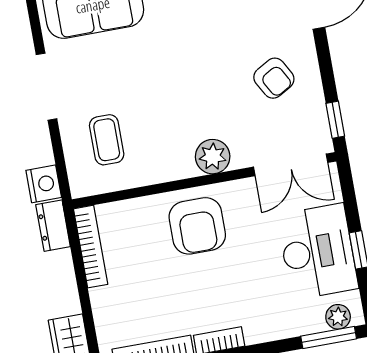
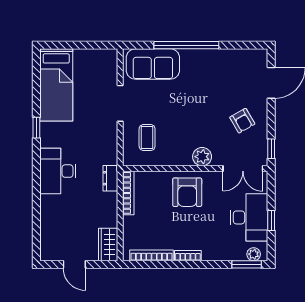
nightstand: (44, 184) -> (109, 155), removed

